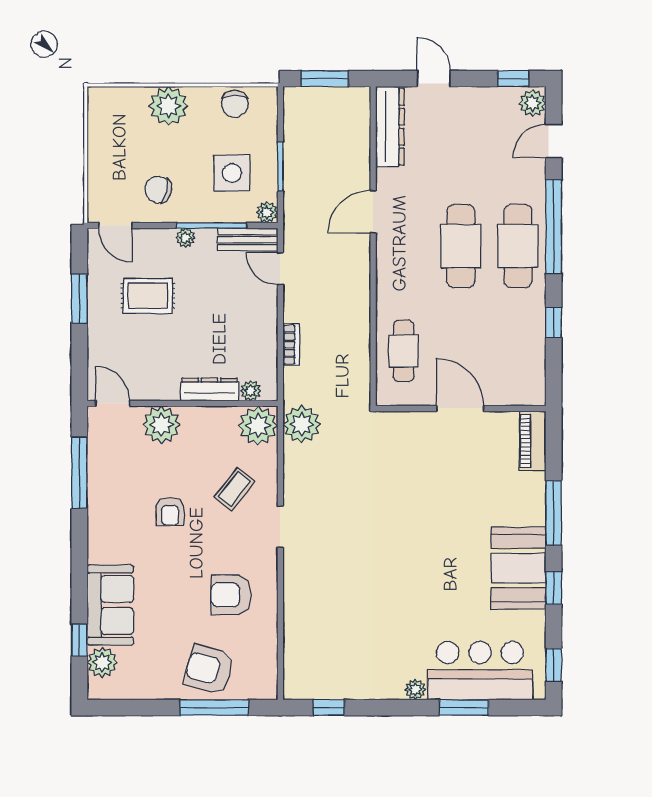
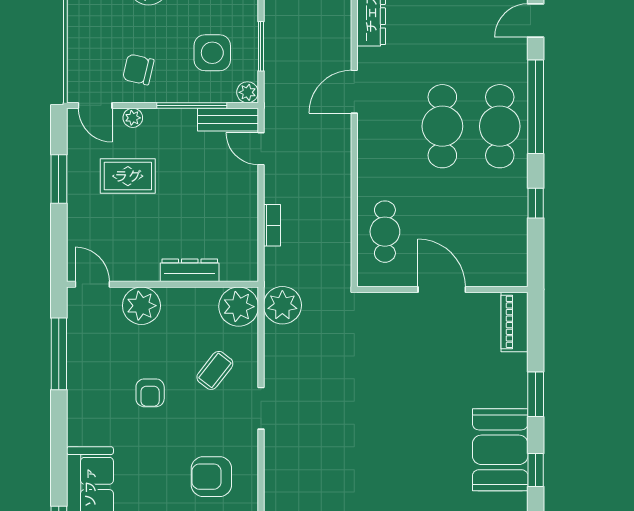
plant: (185, 238) -> (133, 118), moved
plant: (251, 391) -> (231, 272), removed
window: (554, 513) -> (536, 394), width x0.69

